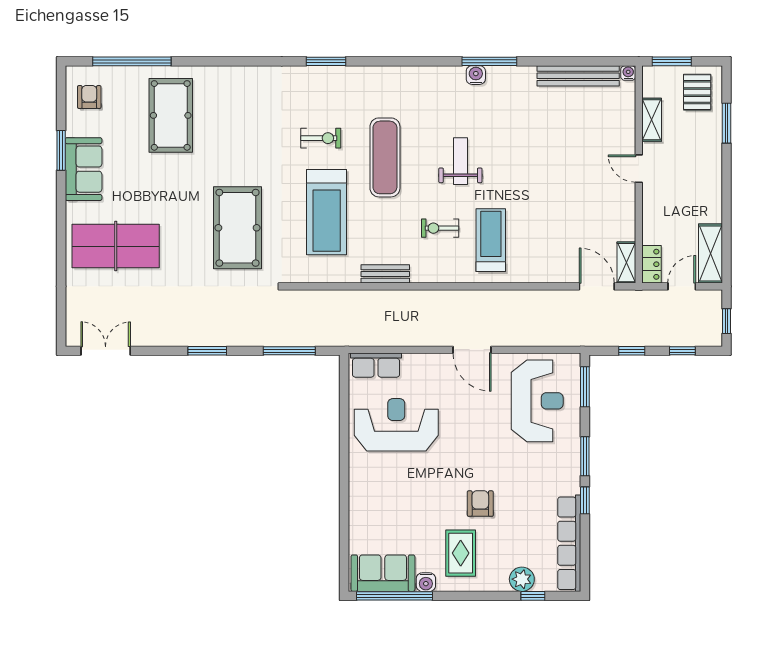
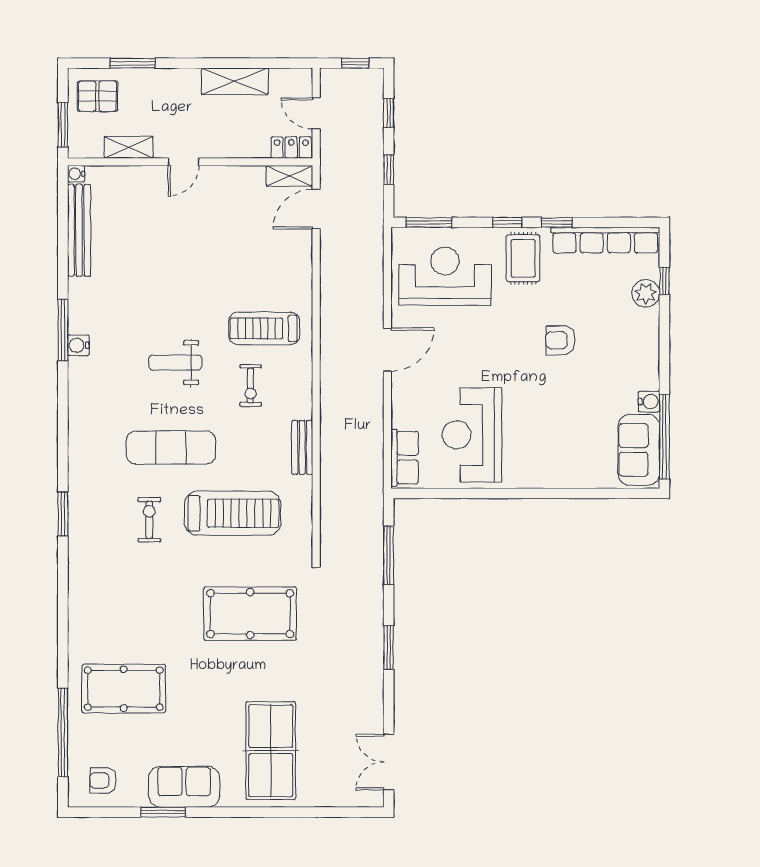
shelving: (710, 254) -> (235, 81), moved
window: (585, 456) -> (507, 222), width x0.67
rug: (461, 553) -> (523, 258), moved, turned 90

